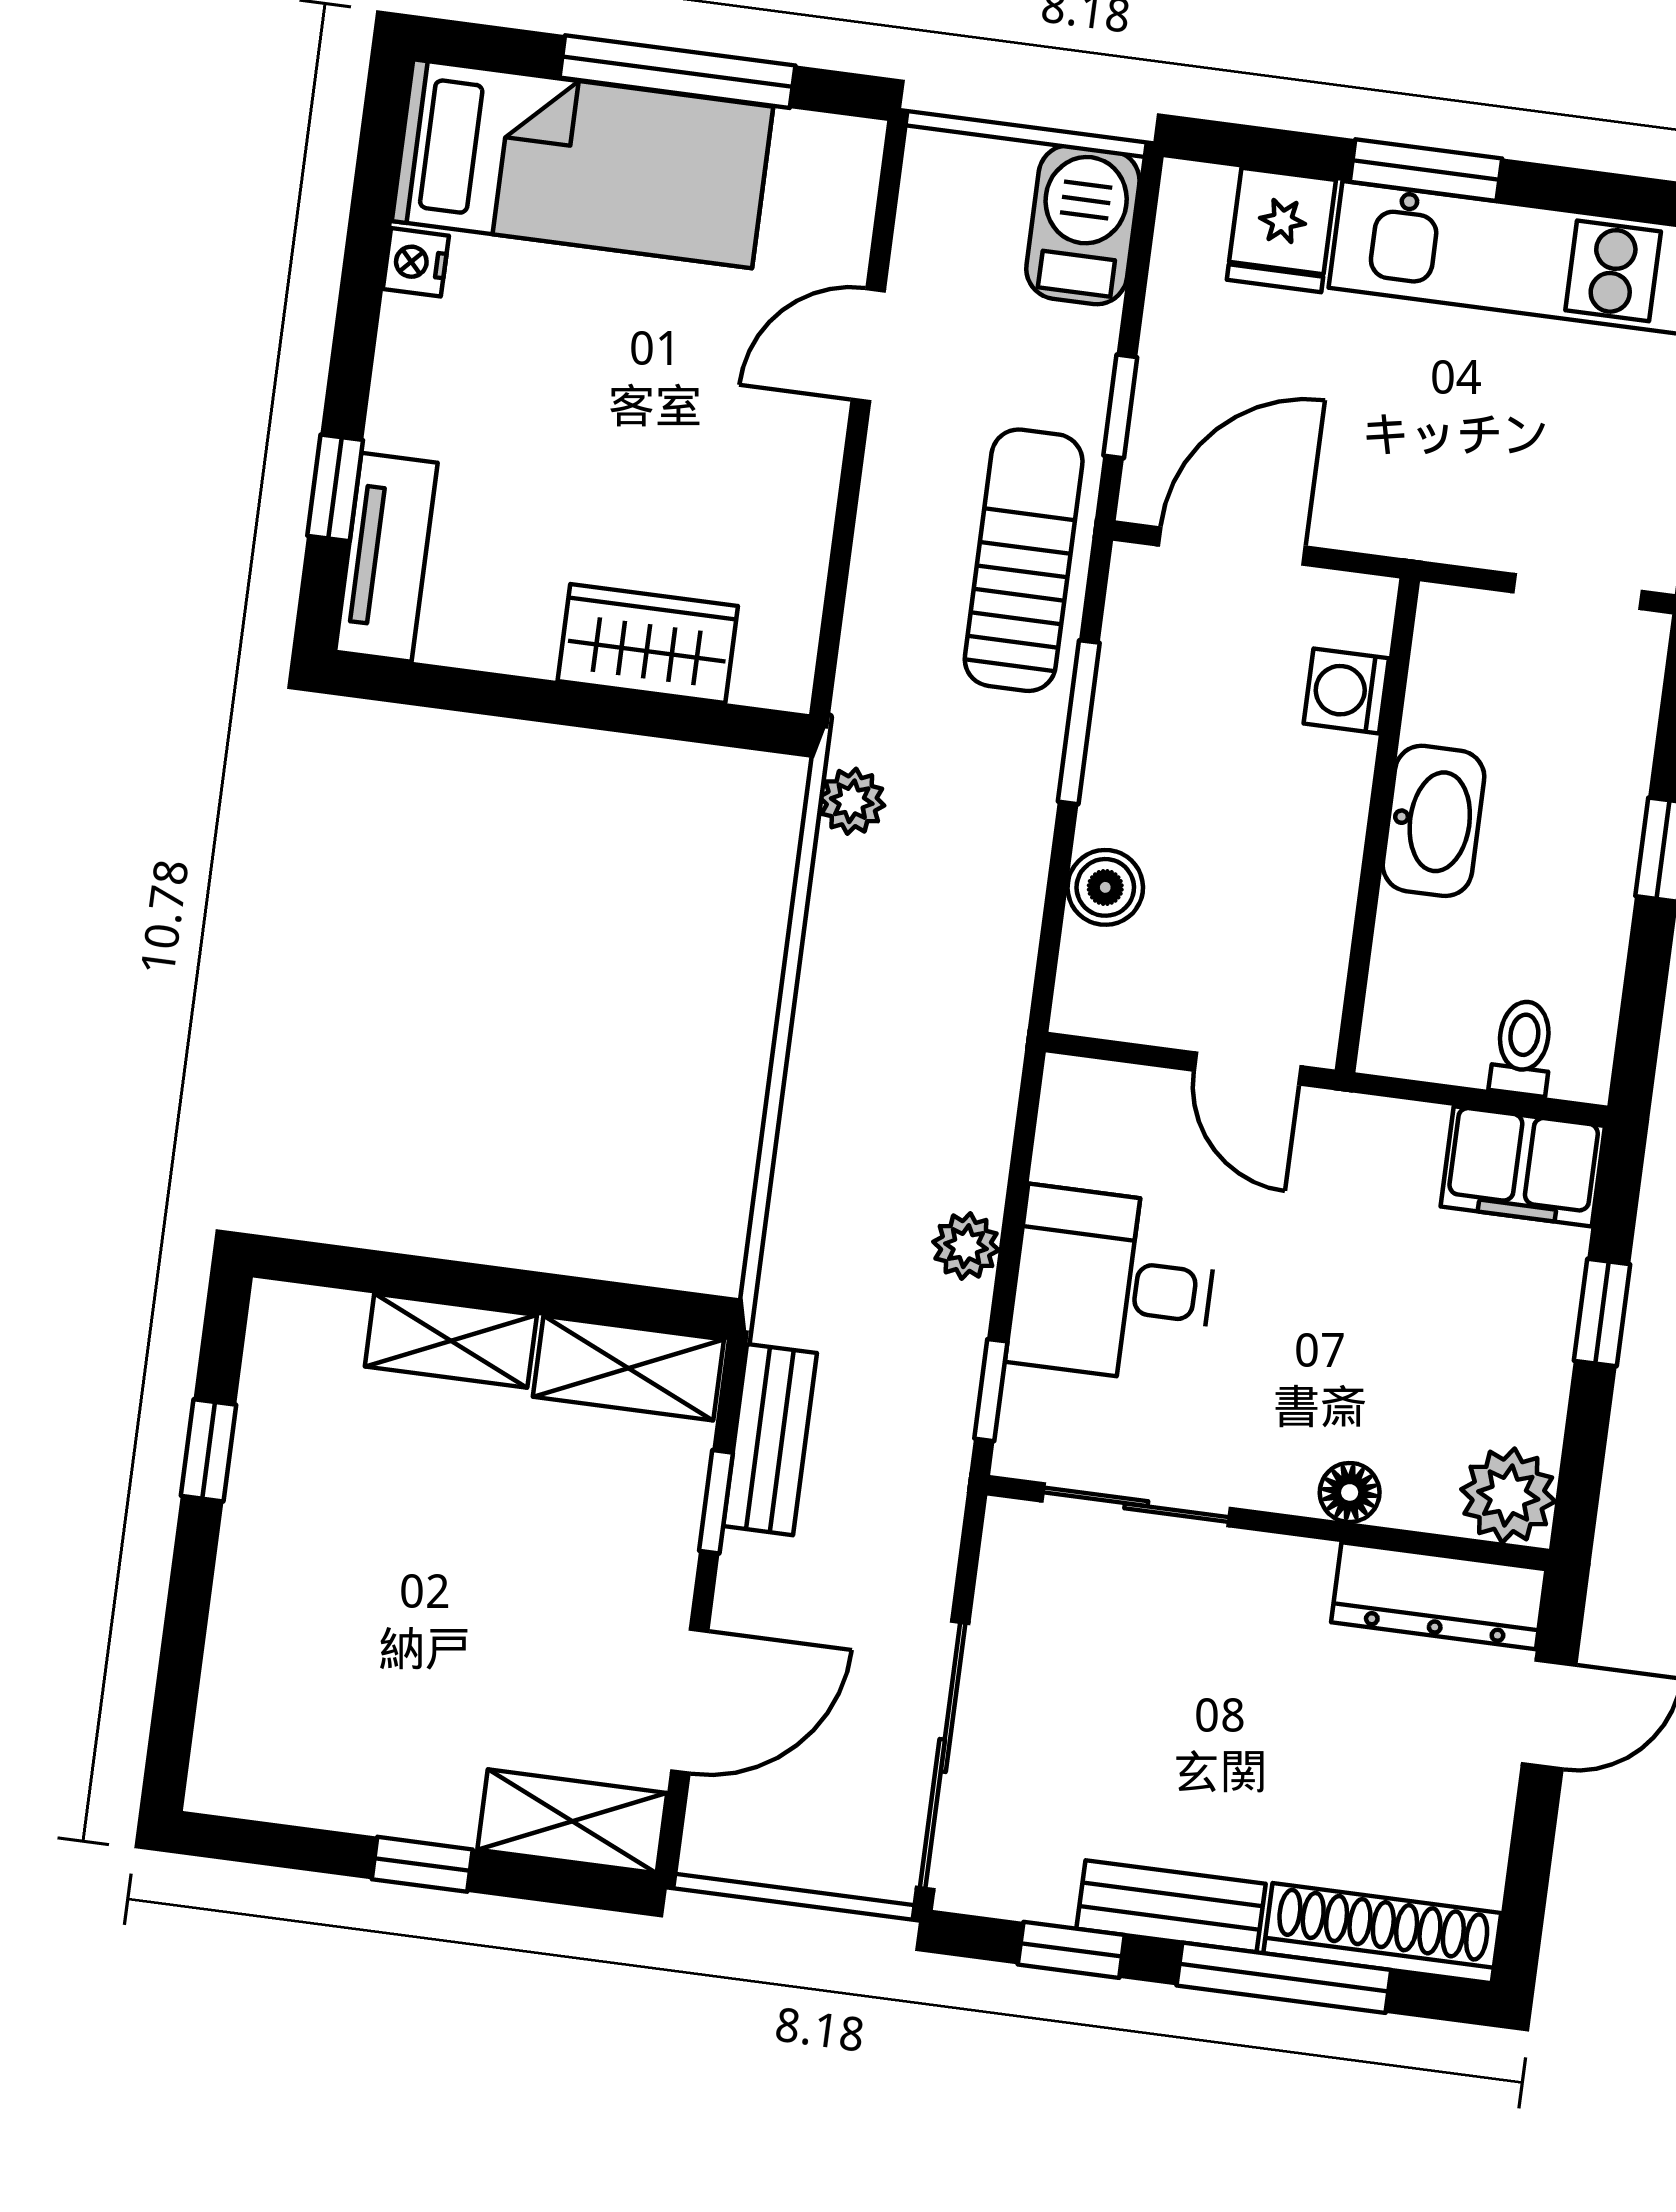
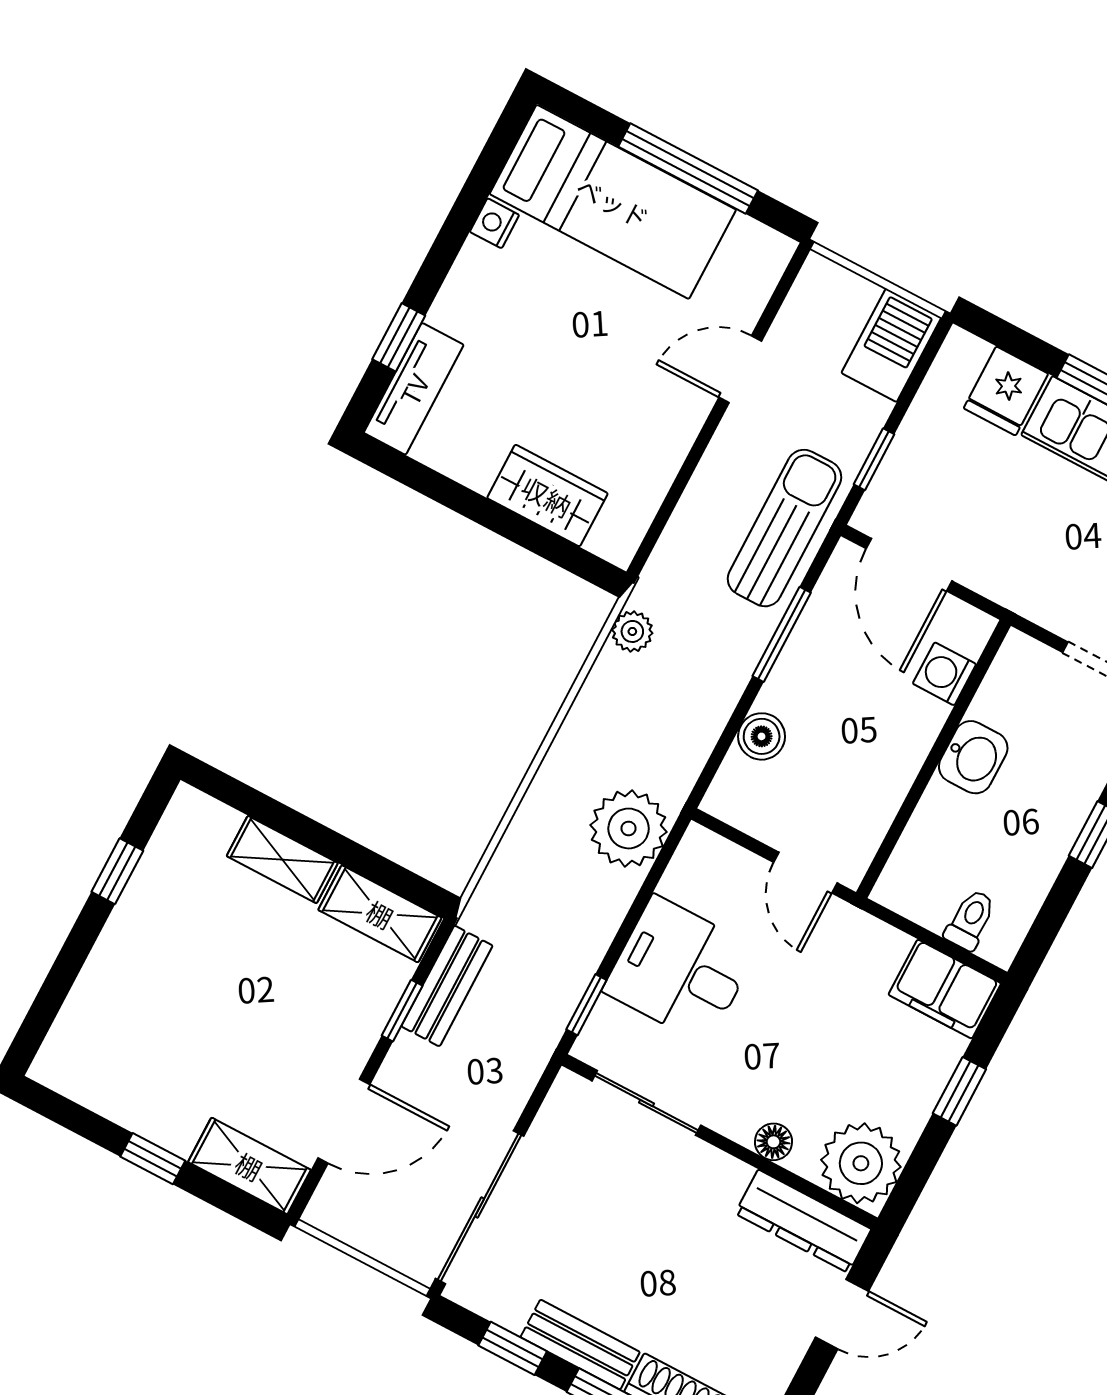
door: (1232, 546) -> (909, 565), swing flipped
washbasin: (1434, 821) -> (973, 757), width x0.72
plant: (966, 1246) -> (629, 828), moved, width x1.88, depth x1.88
plant: (1508, 1495) -> (861, 1163), width x1.36, depth x1.36

